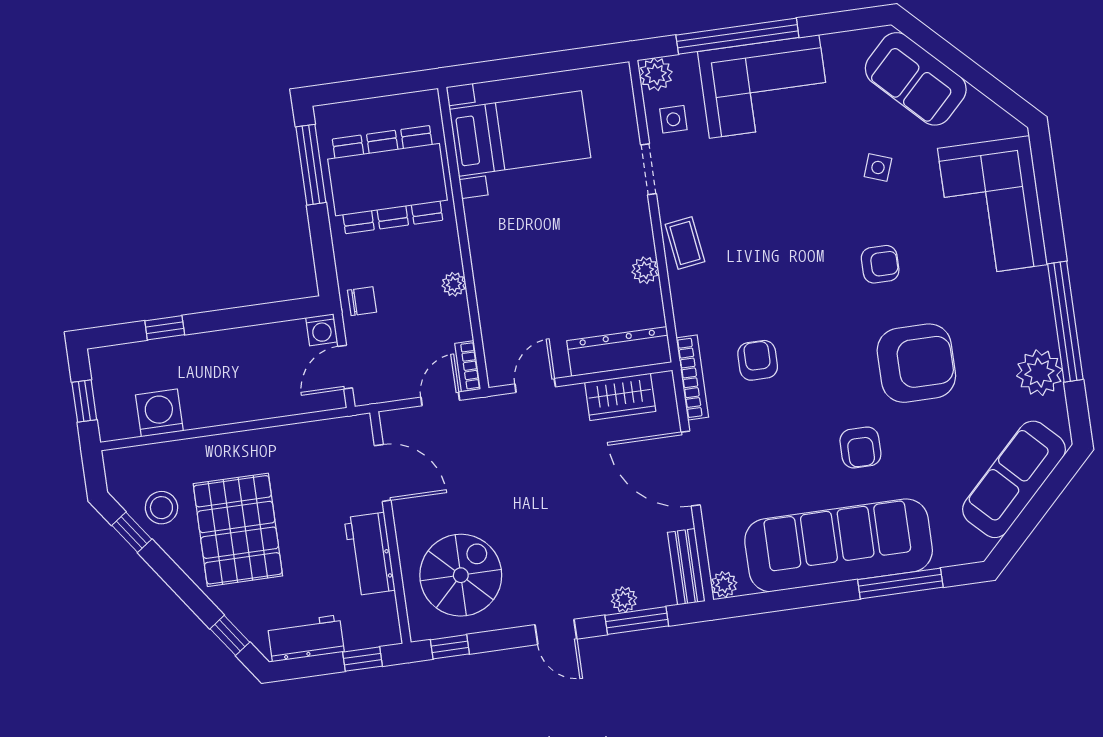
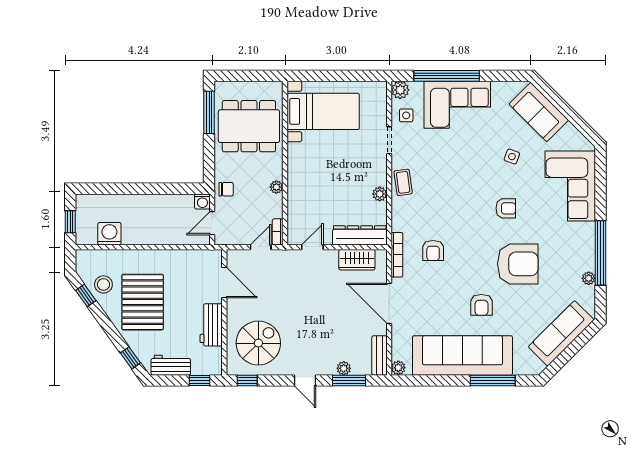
window: (165, 328) -> (119, 189), removed
armchair: (758, 360) -> (433, 251), turned 180
plant: (1039, 373) -> (589, 278), width x0.53, depth x0.53

